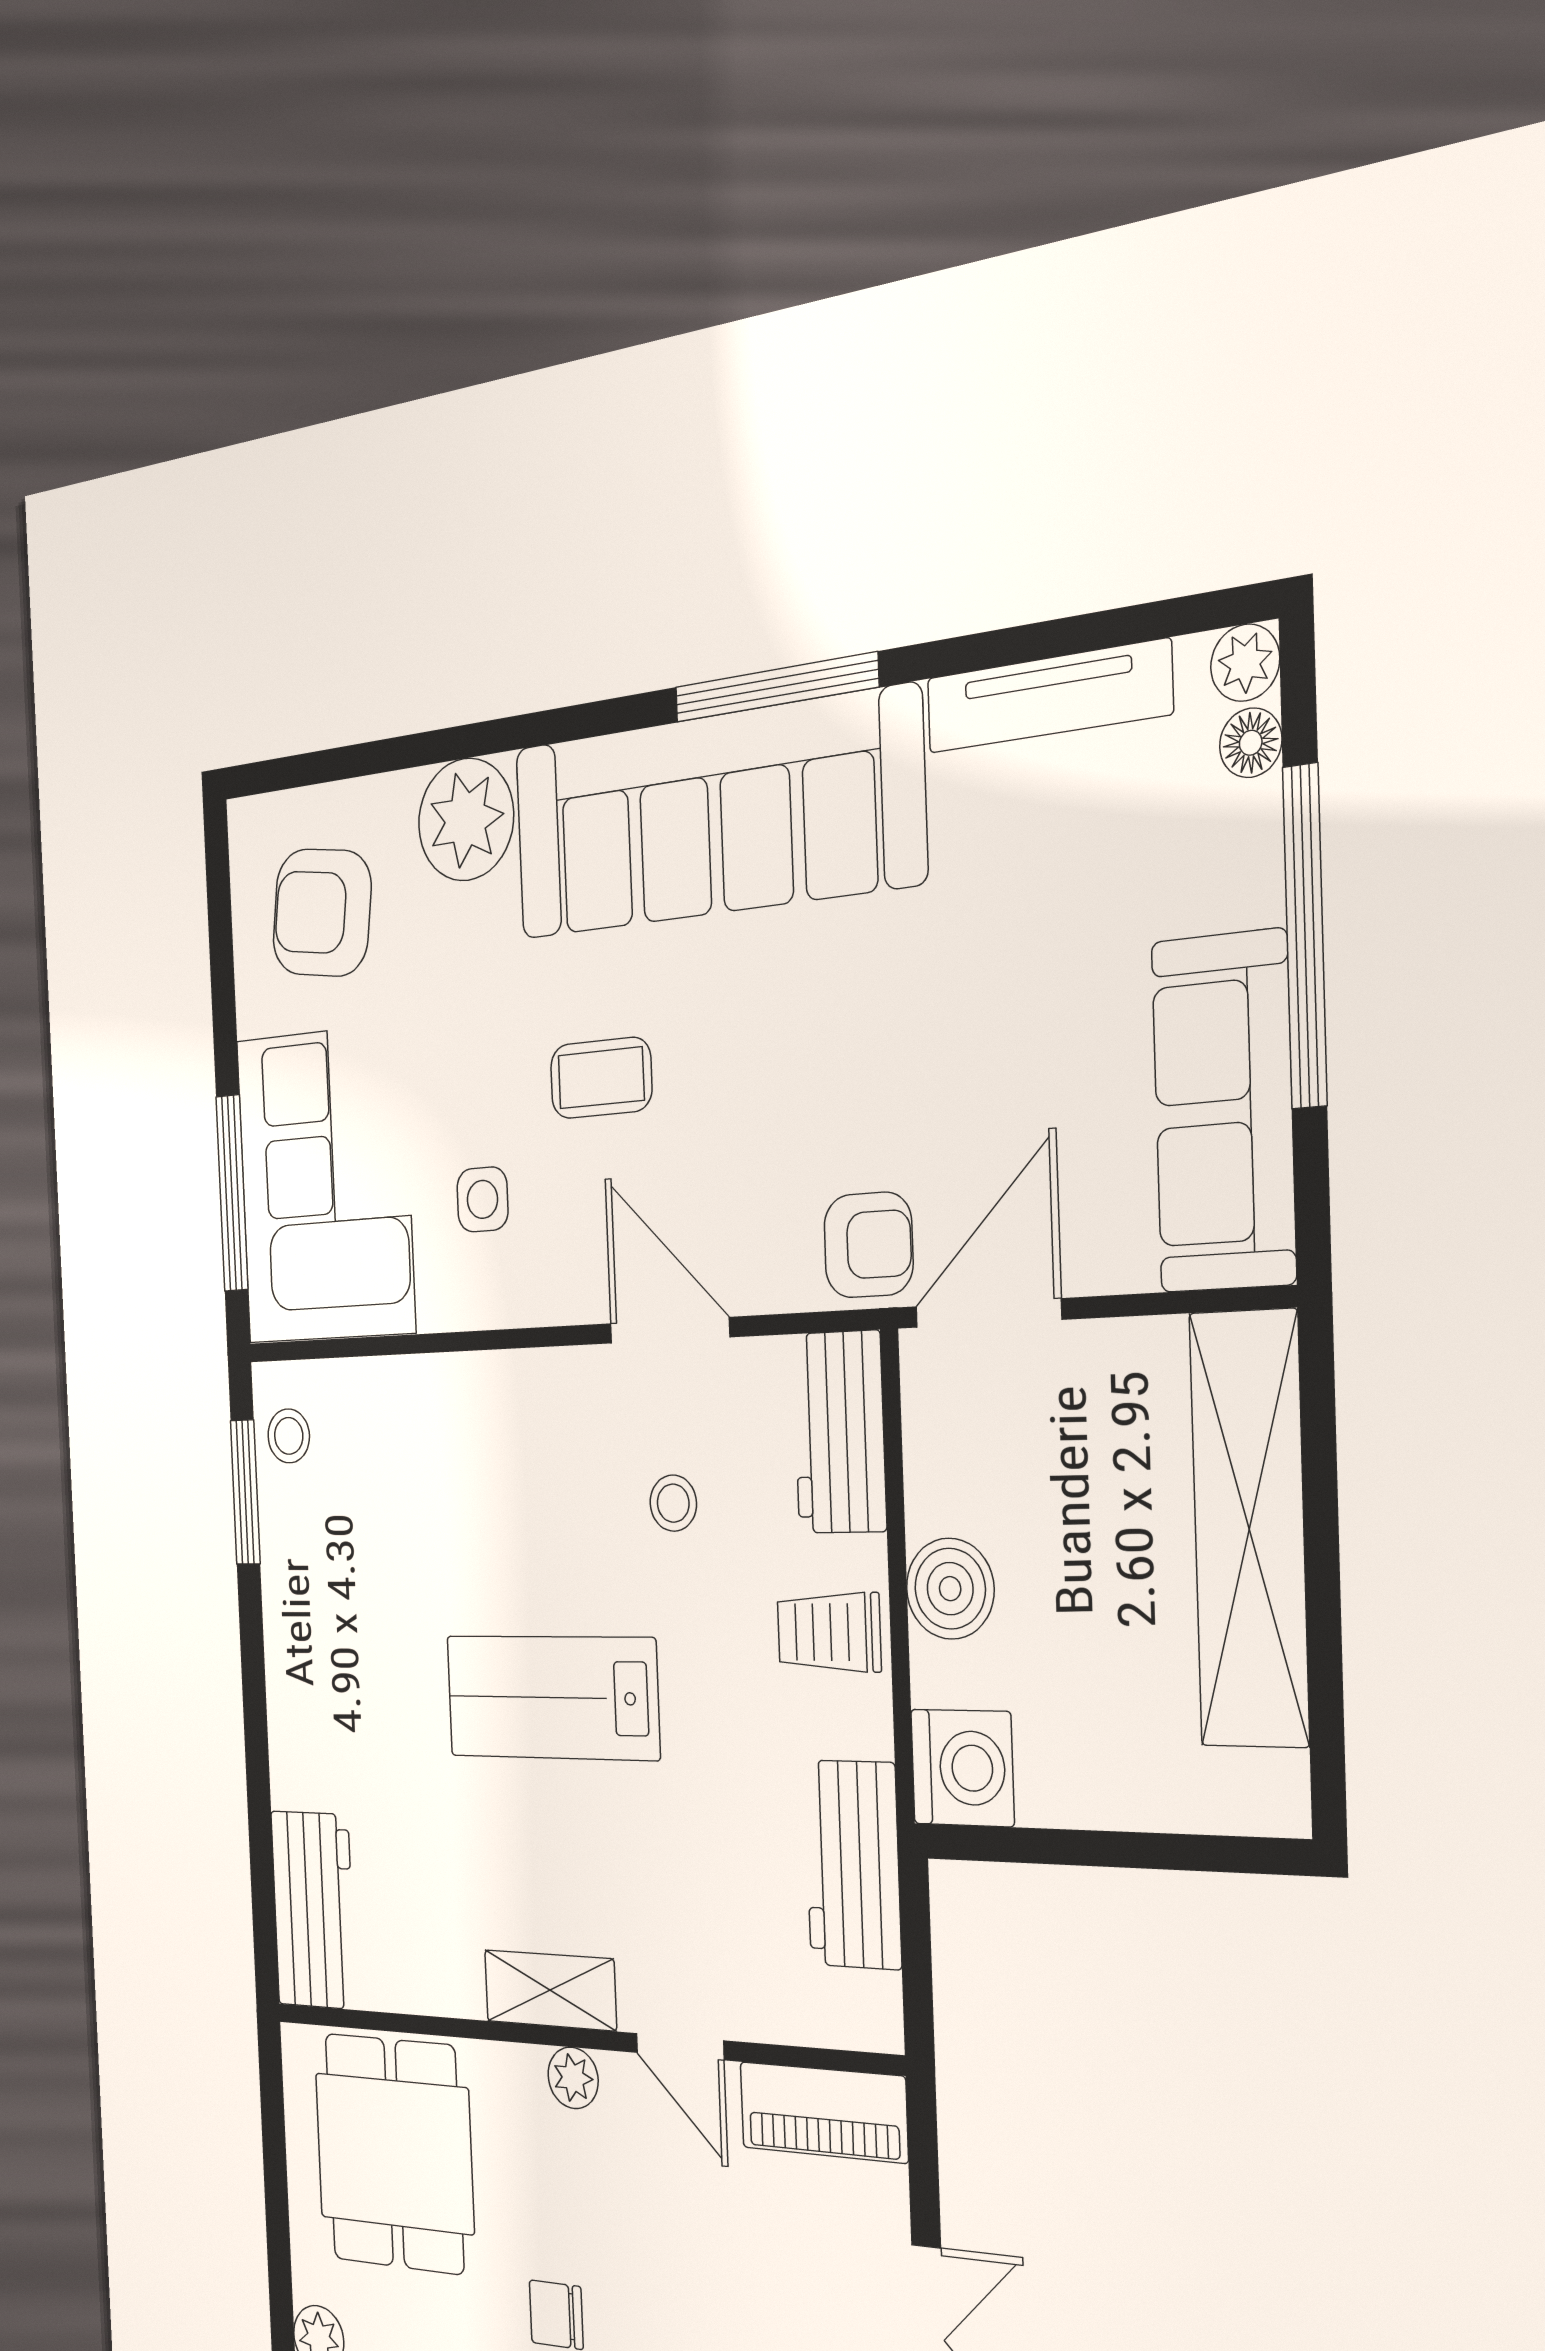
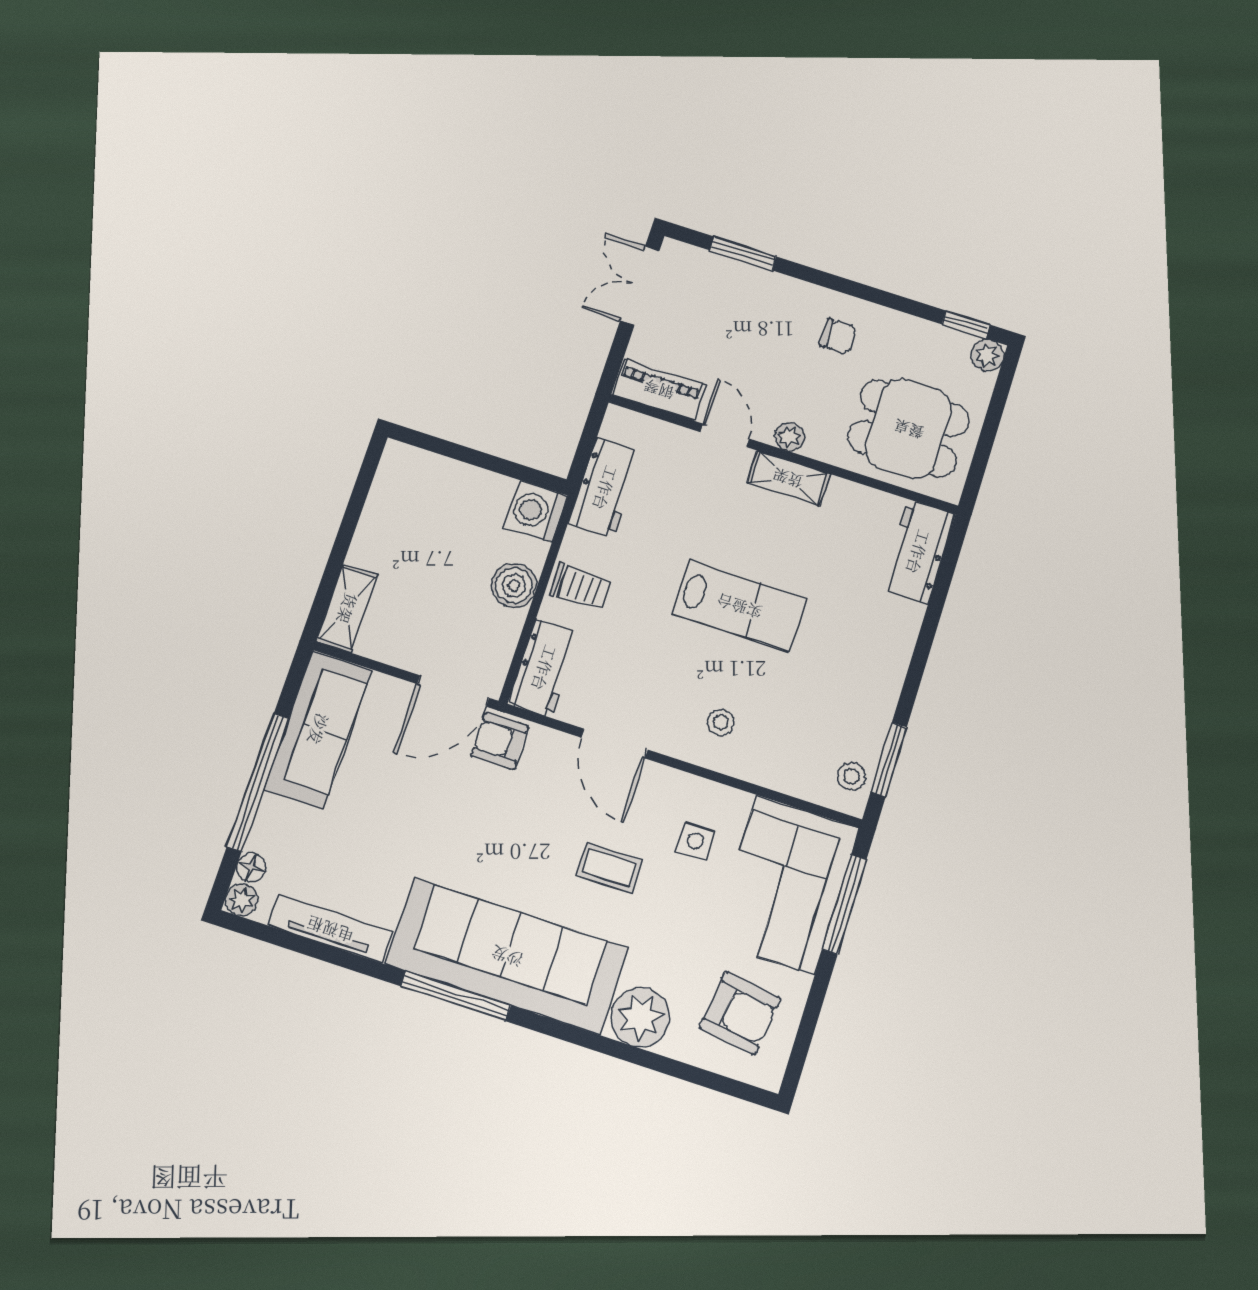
stool: (673, 1503) -> (721, 722), moved
shelving: (1249, 1529) -> (347, 608), width x0.45, depth x0.75
dining table: (394, 2153) -> (909, 429), turned 90

